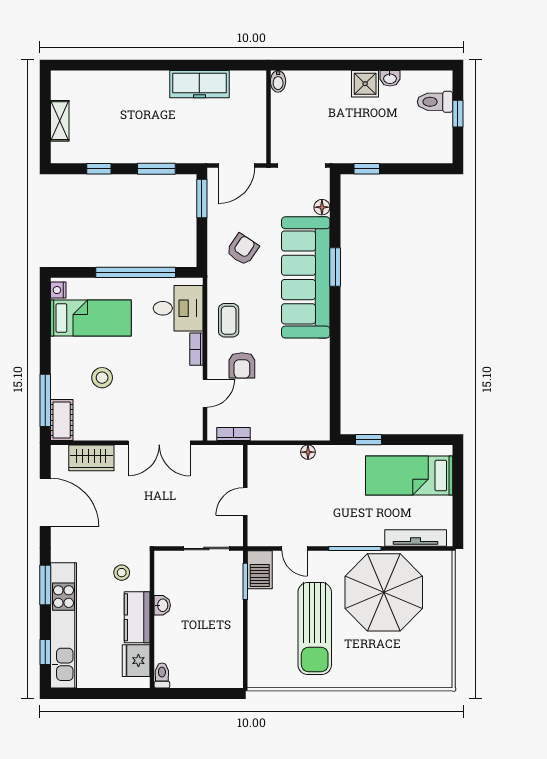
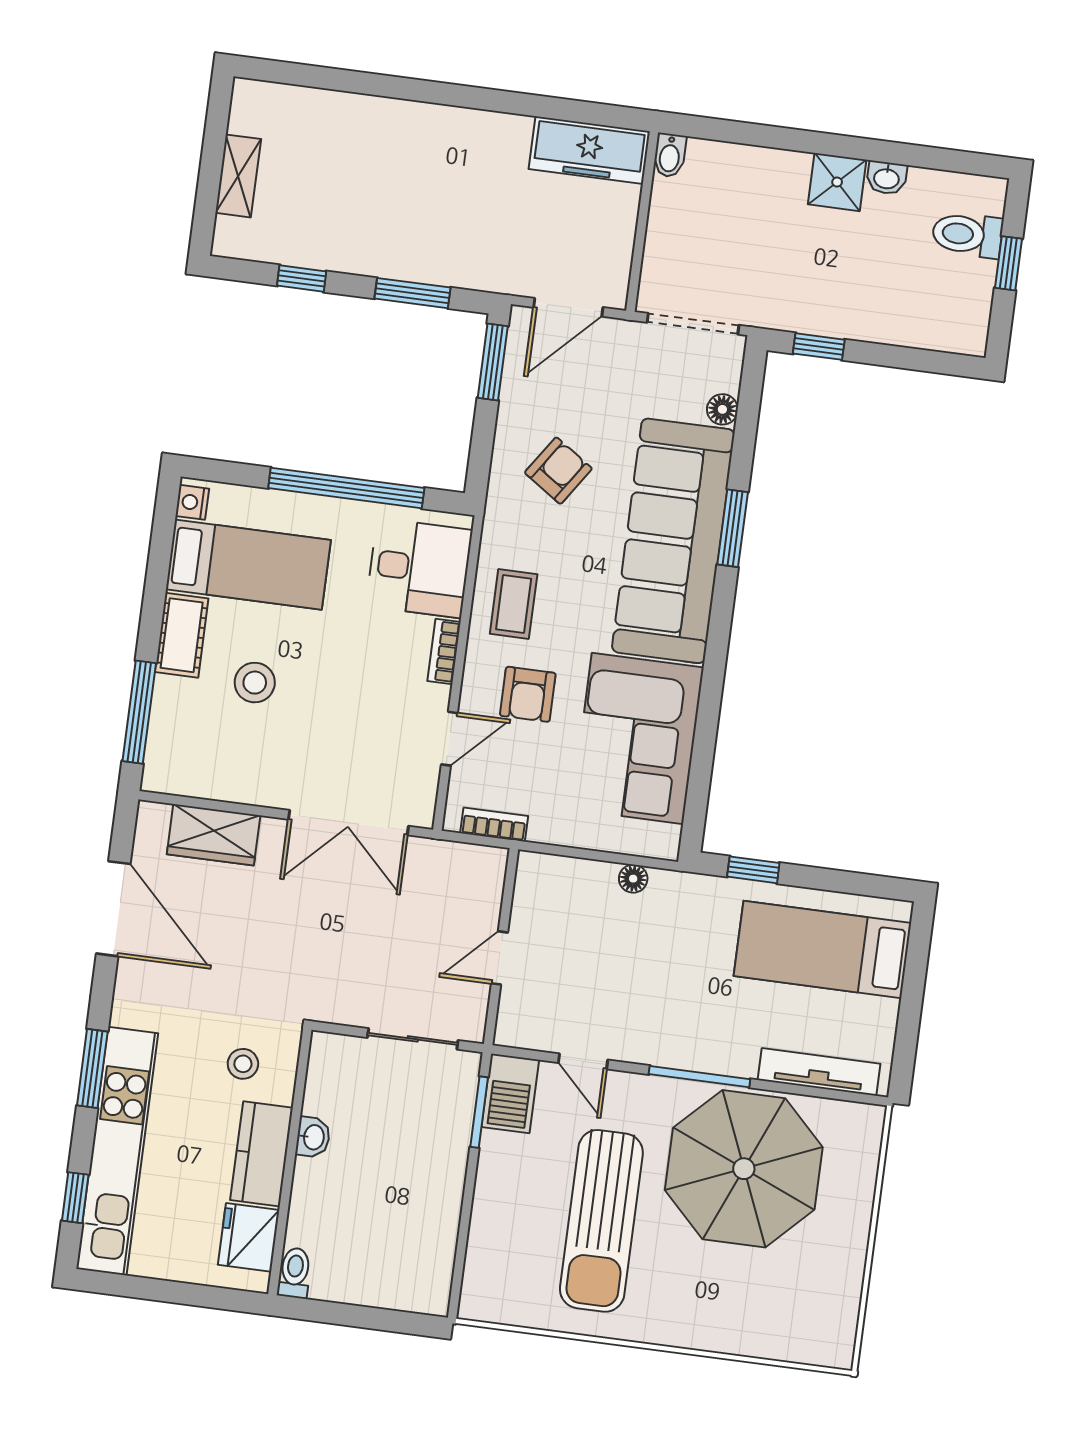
freezer: (199, 84) -> (589, 150), moved
corner sofa: (301, 380) -> (638, 738), added
cot: (62, 420) -> (182, 635), moved

